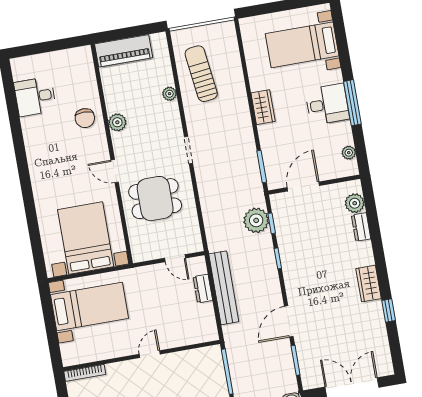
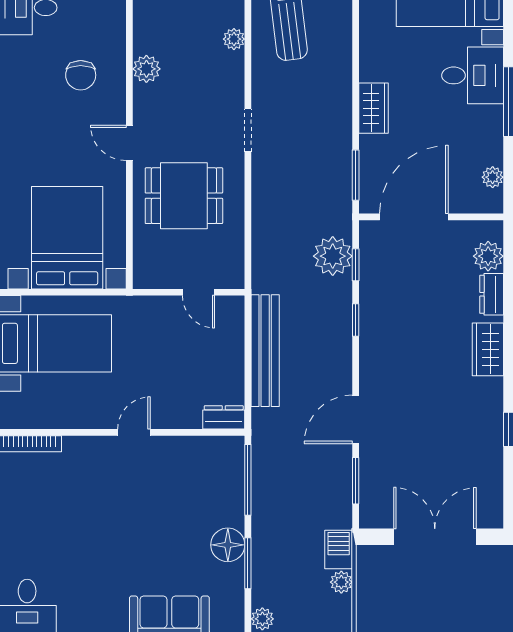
desk: (327, 104) -> (473, 75), moved
wardrobe: (263, 107) -> (374, 108), moved
chair: (85, 118) -> (81, 75), moved
door: (303, 187) -> (414, 217), width x1.36
wardrobe: (369, 284) -> (488, 349), moved
dresser: (203, 289) -> (224, 417), moved, turned 90

